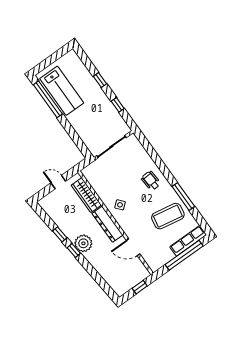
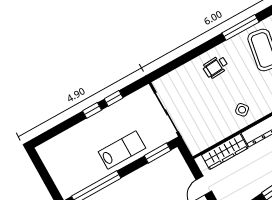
window: (100, 80) -> (92, 110), moved
lab bench: (62, 91) -> (122, 150), moved, width x0.73, depth x0.72
window: (79, 143) -> (157, 153), added

